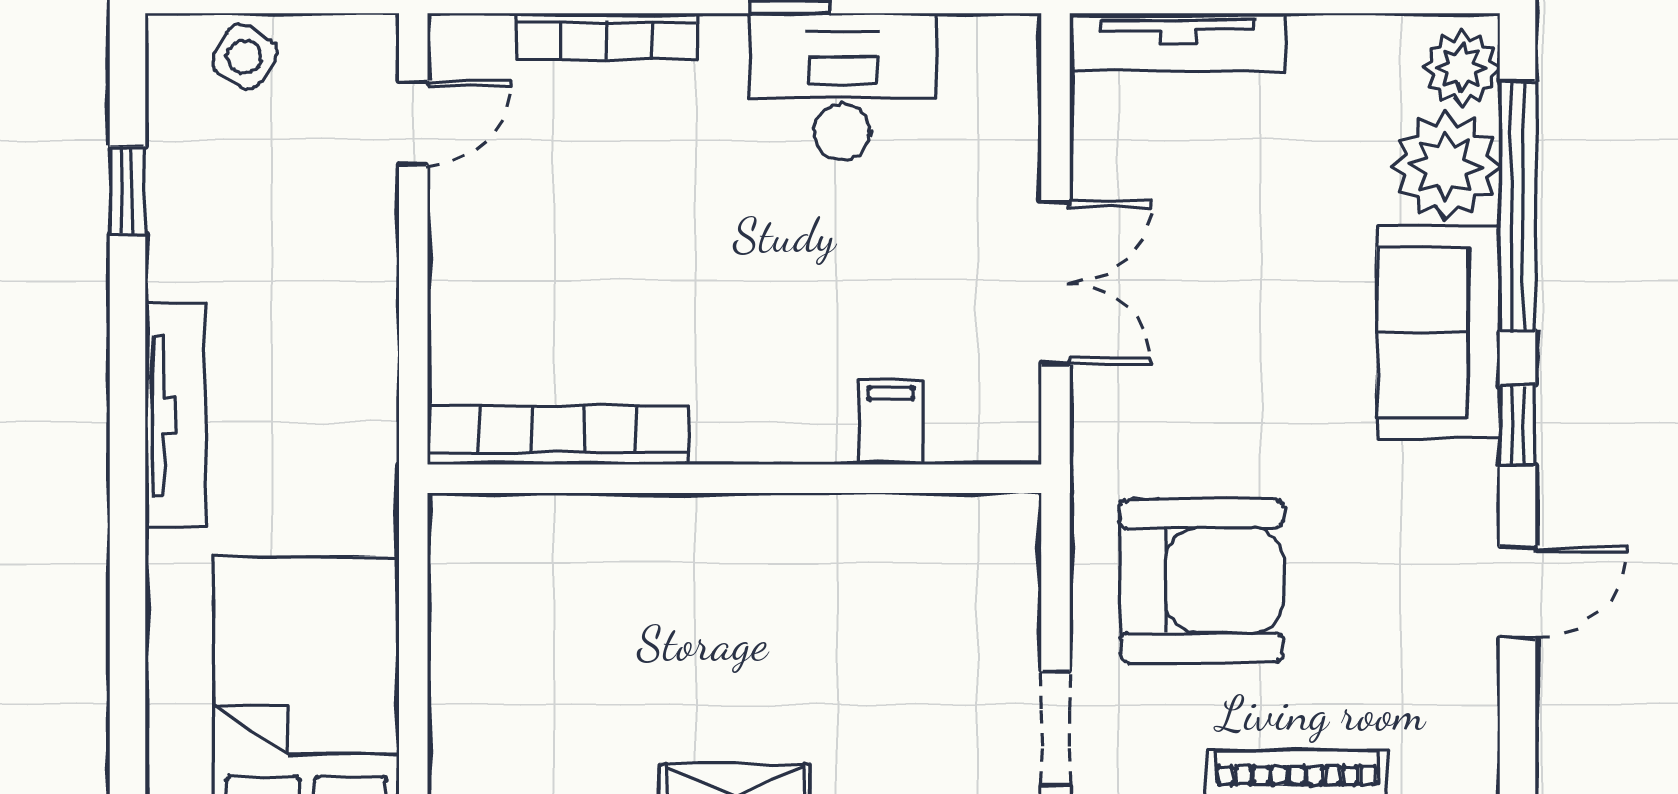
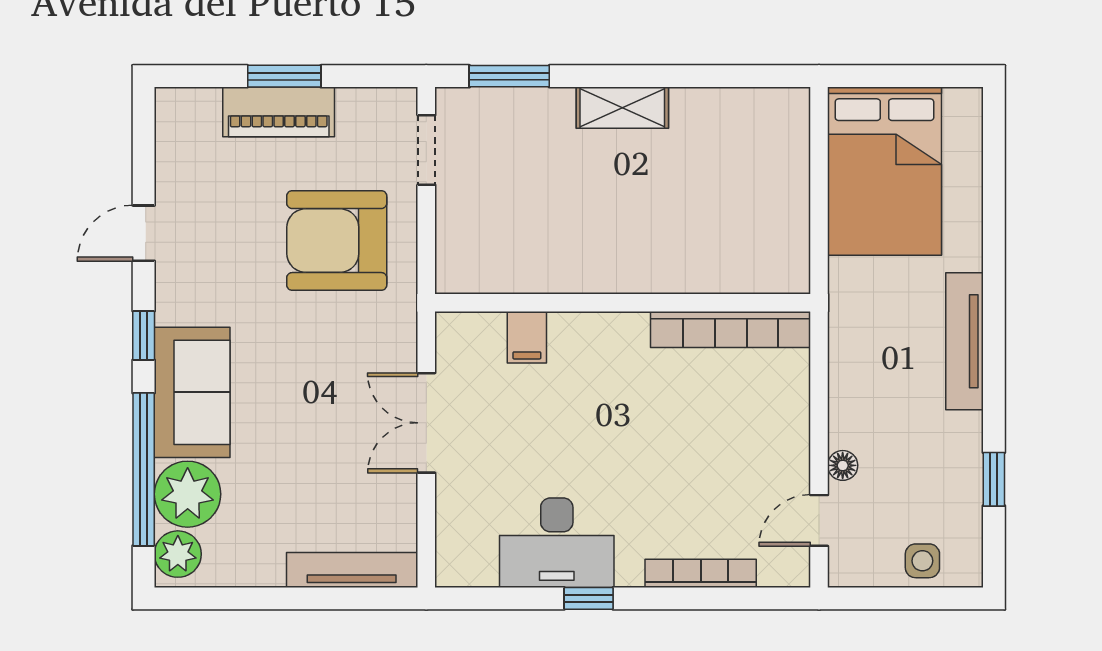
side table: (244, 57) -> (922, 561), turned -31
floor lamp: (375, 213) -> (843, 465), added

